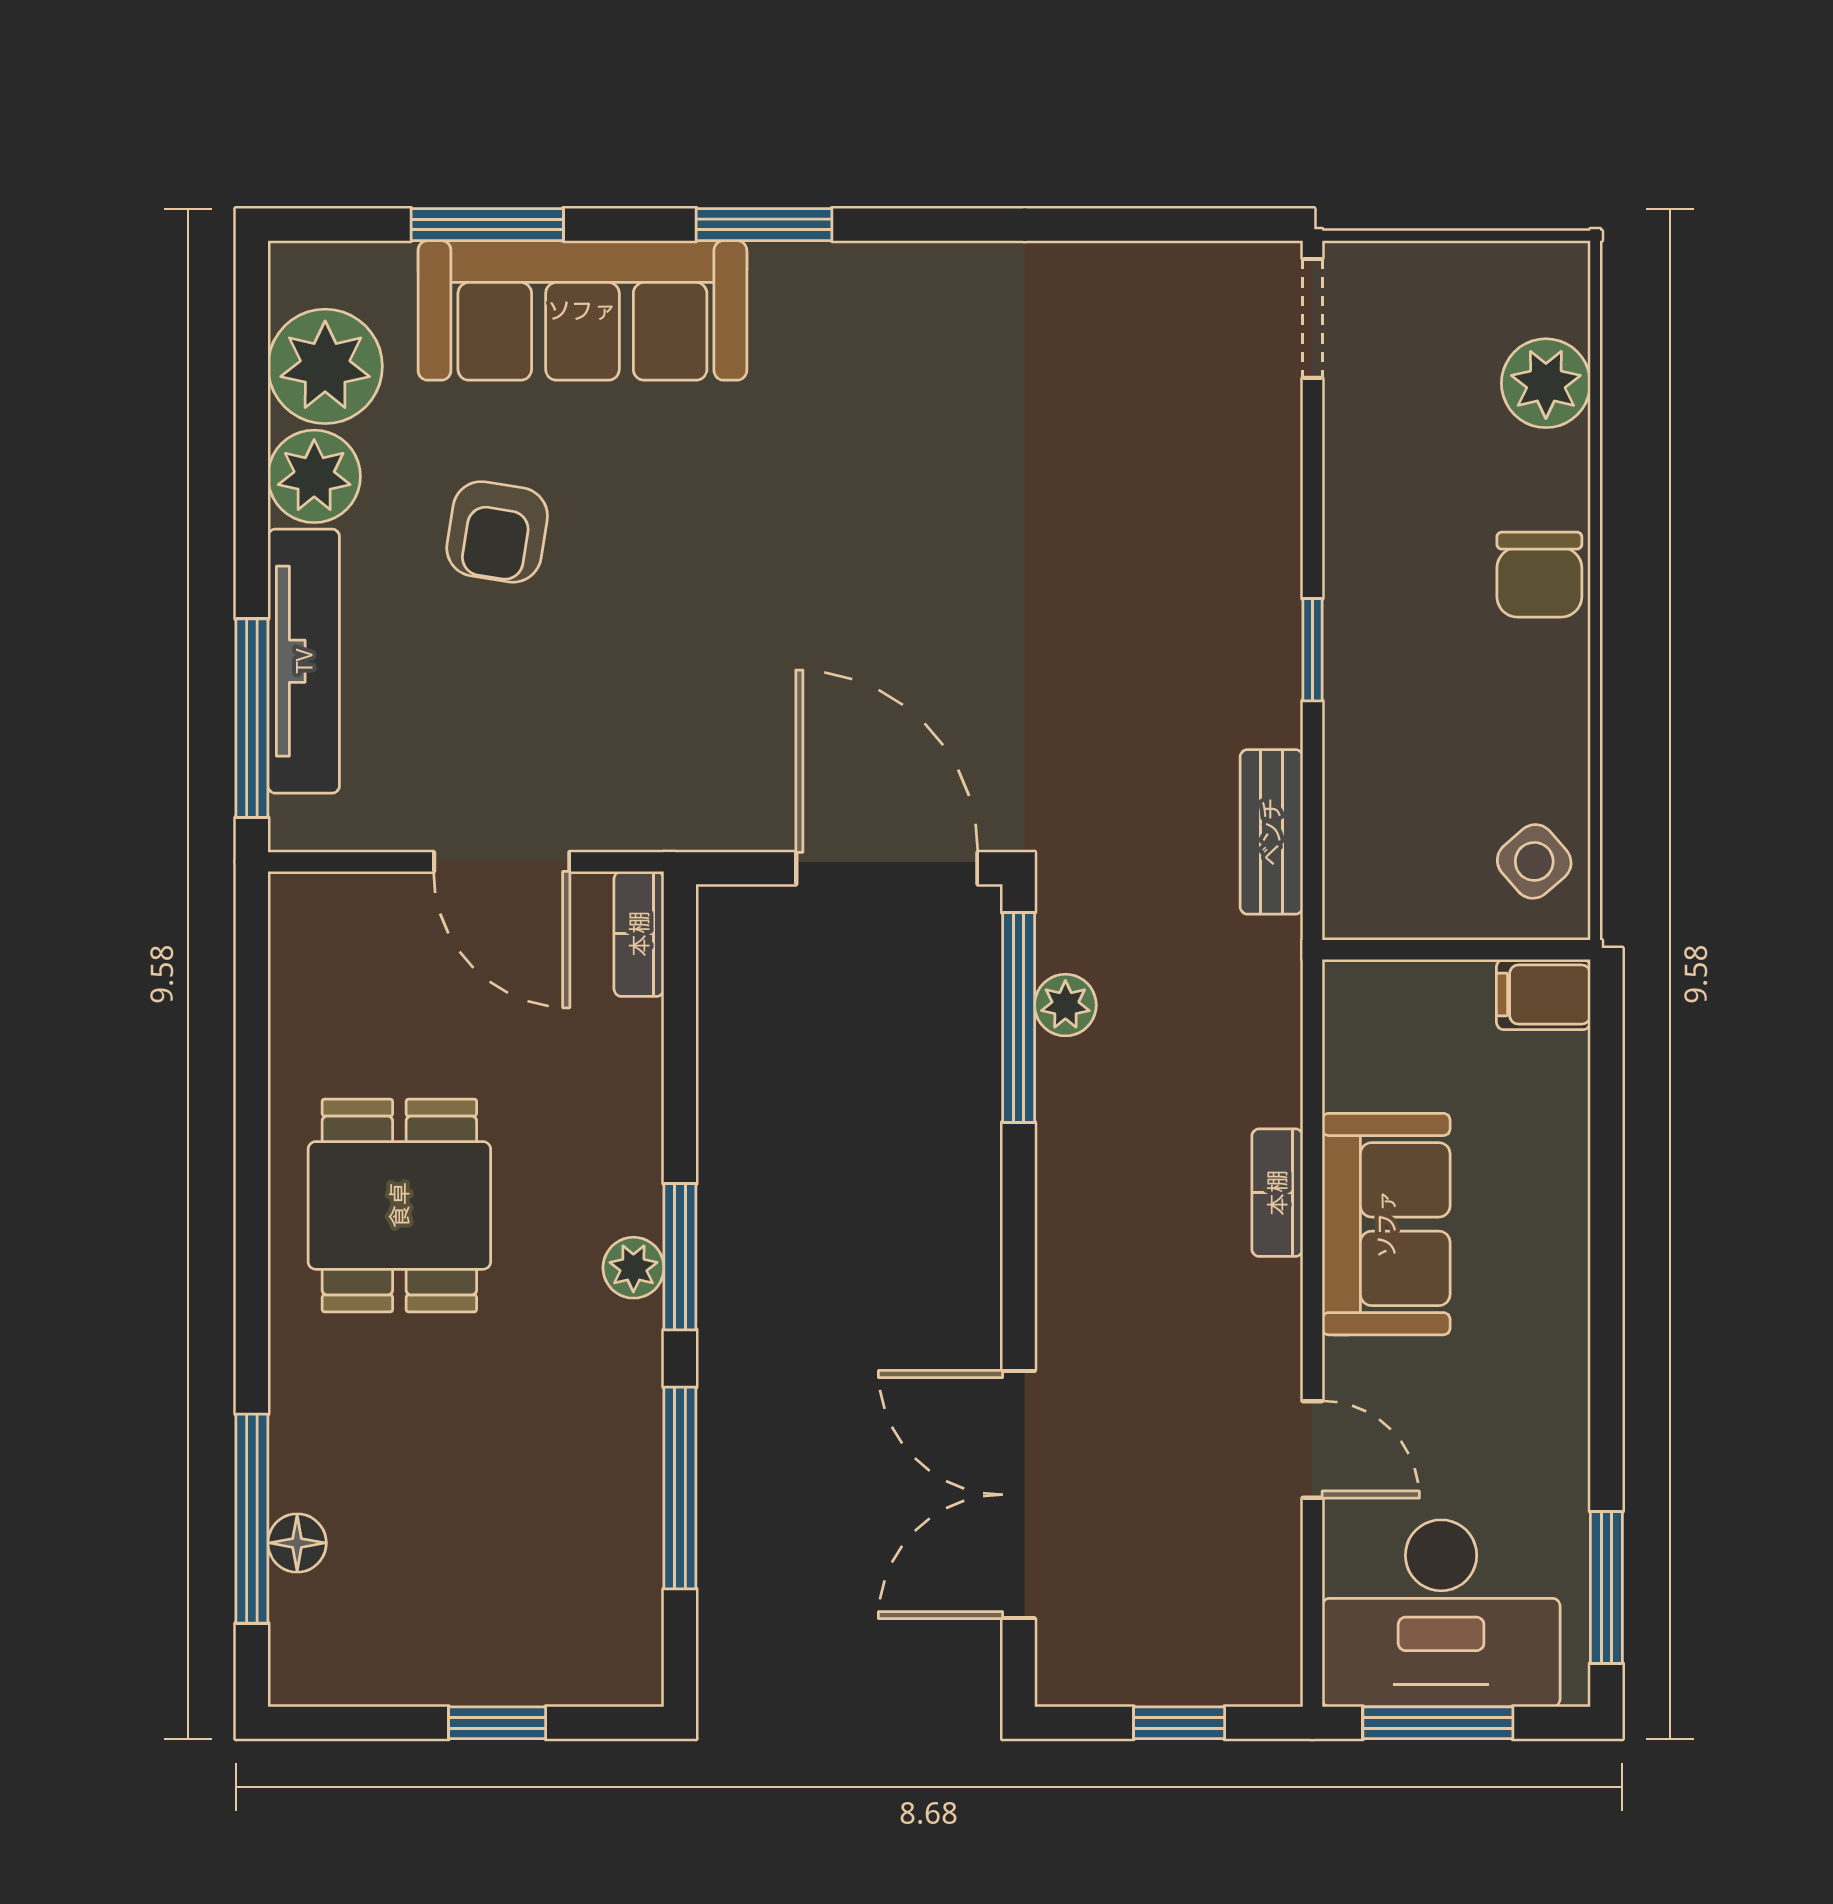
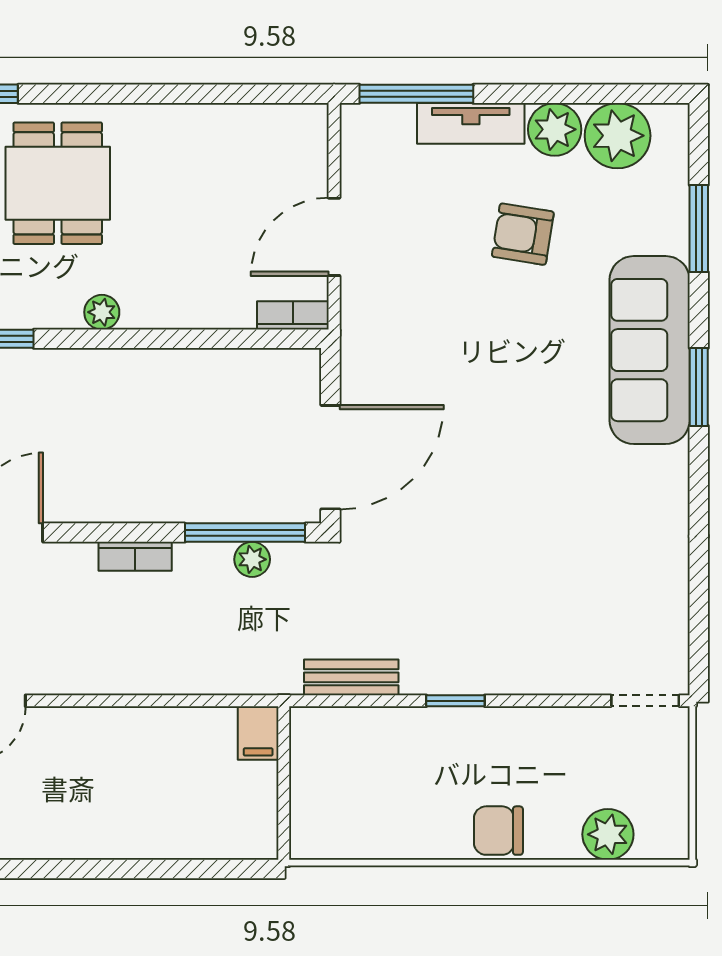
sofa: (582, 310) -> (650, 350), moved
tv unit: (304, 661) -> (471, 123), width x0.71
side table: (1534, 861) -> (334, 828), removed
filing cabinet: (1543, 995) -> (258, 733), moved, turned 180
bookcase: (1277, 1193) -> (135, 556), moved, turned 180
dining table: (399, 1205) -> (58, 183), moved, turned 90
sofa: (1386, 1224) -> (127, 743), removed
window: (680, 1257) -> (108, 339), removed

